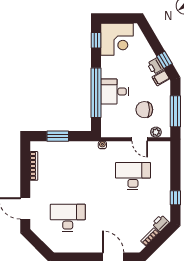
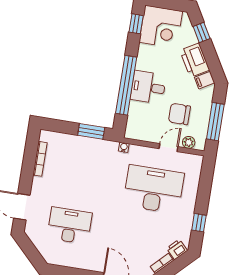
window: (164, 60) -> (202, 32), moved
printer: (155, 66) -> (195, 60), width x1.87, depth x1.48
window: (58, 136) -> (91, 131), moved
door: (140, 139) -> (168, 148), swing flipped
desk: (133, 176) -> (154, 189), width x1.36, depth x1.30

